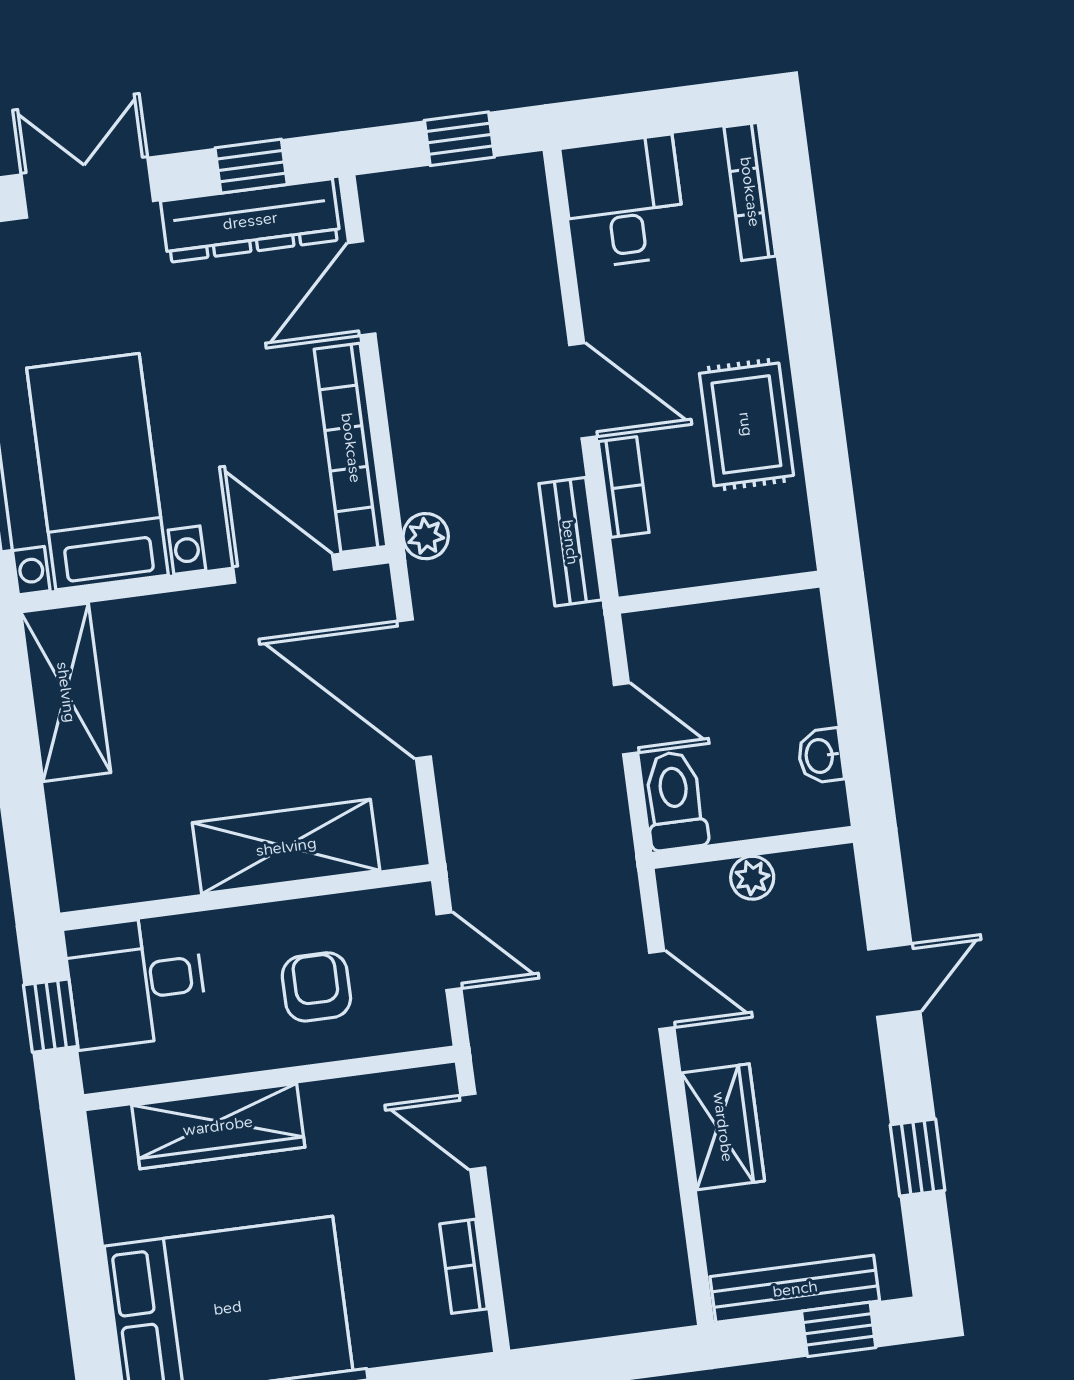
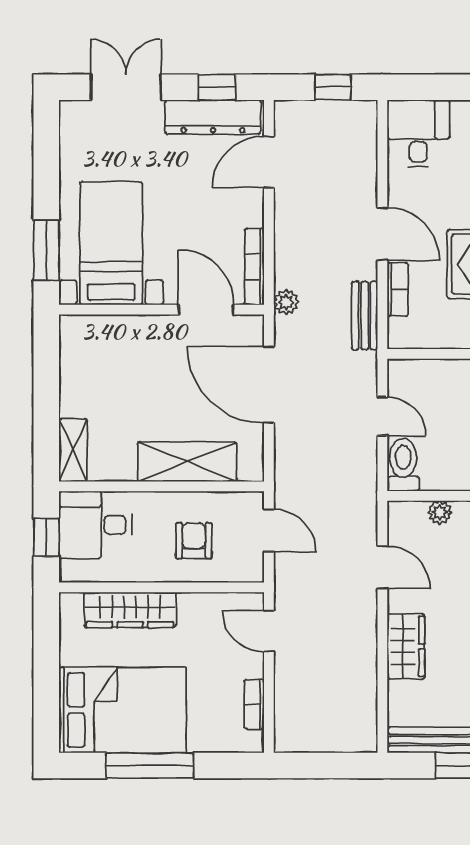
bookcase: (351, 448) -> (254, 267), width x0.68, depth x0.76
shelving: (66, 692) -> (73, 450), moved, width x0.67, depth x0.75

